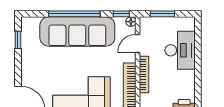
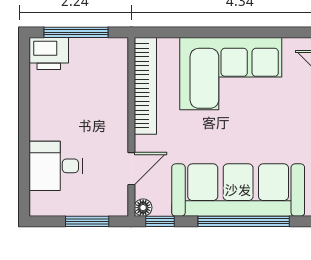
desk: (180, 50) -> (56, 166), width x0.73
bookcase: (144, 74) -> (120, 114), removed

